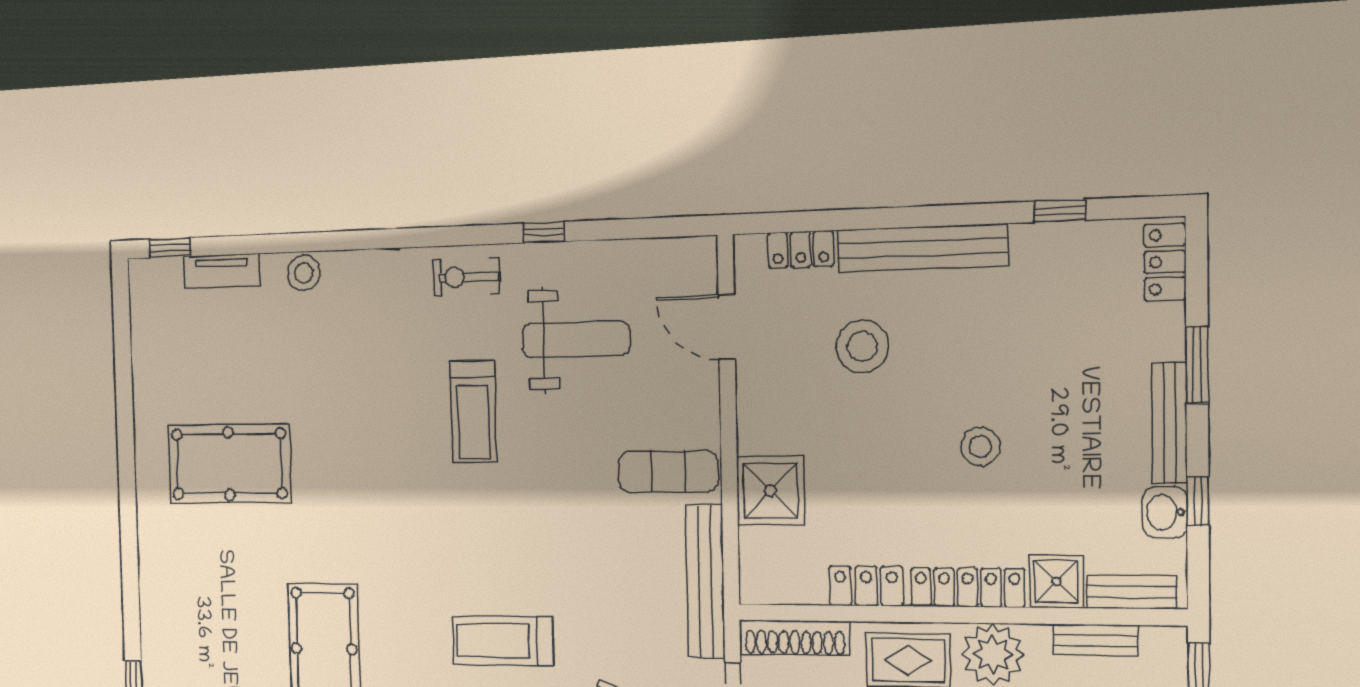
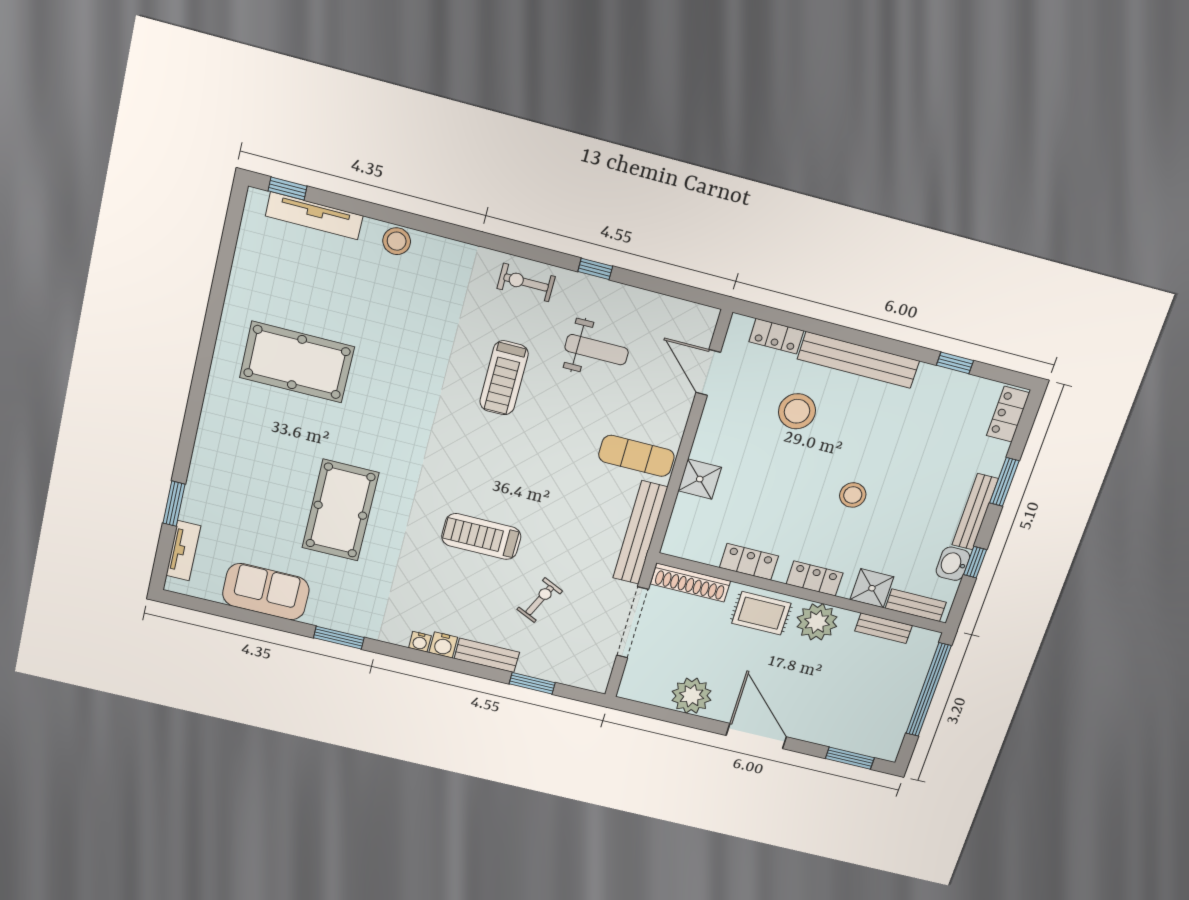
tv unit: (221, 271) -> (314, 216), width x1.41
weight bench: (576, 339) -> (597, 350), width x0.73, depth x0.75
shower: (770, 491) -> (700, 479), width x0.73, depth x0.73
locker: (967, 588) -> (815, 578), width x0.66

